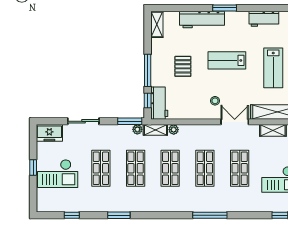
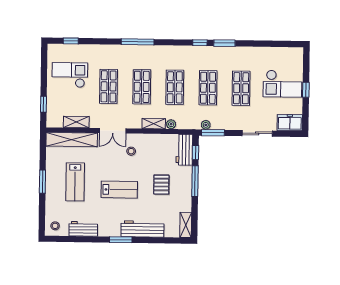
lab bench: (273, 68) -> (75, 182), turned 180
shelving: (155, 130) -> (154, 124), moved
checkout: (58, 174) -> (282, 84), turned 180
window: (72, 215) -> (200, 43), moved

